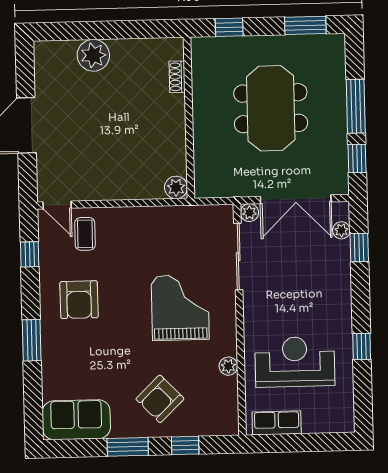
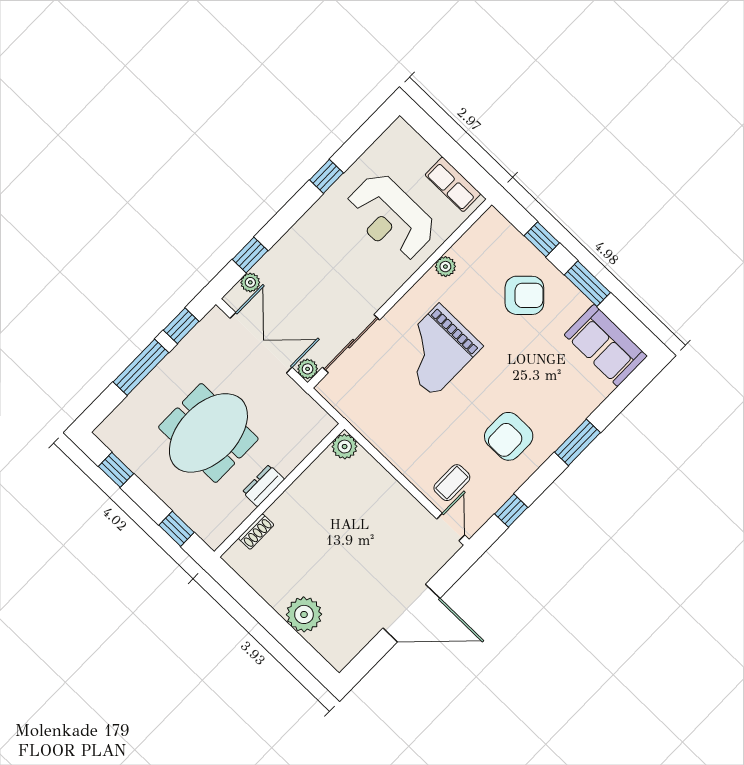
window: (305, 25) -> (116, 470), width x0.67
dresser: (202, 110) -> (263, 486), added
armchair: (79, 300) -> (509, 436), turned 180

